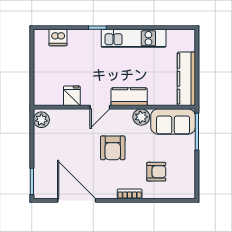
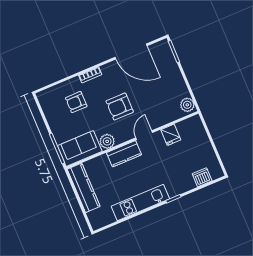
armchair: (113, 148) -> (120, 107), turned -90

